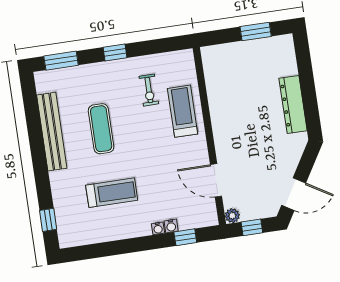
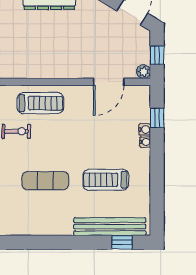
treadmill: (183, 111) -> (40, 103), turned 180
bench: (52, 132) -> (110, 227), moved
treadmill: (112, 193) -> (106, 180), turned -90

